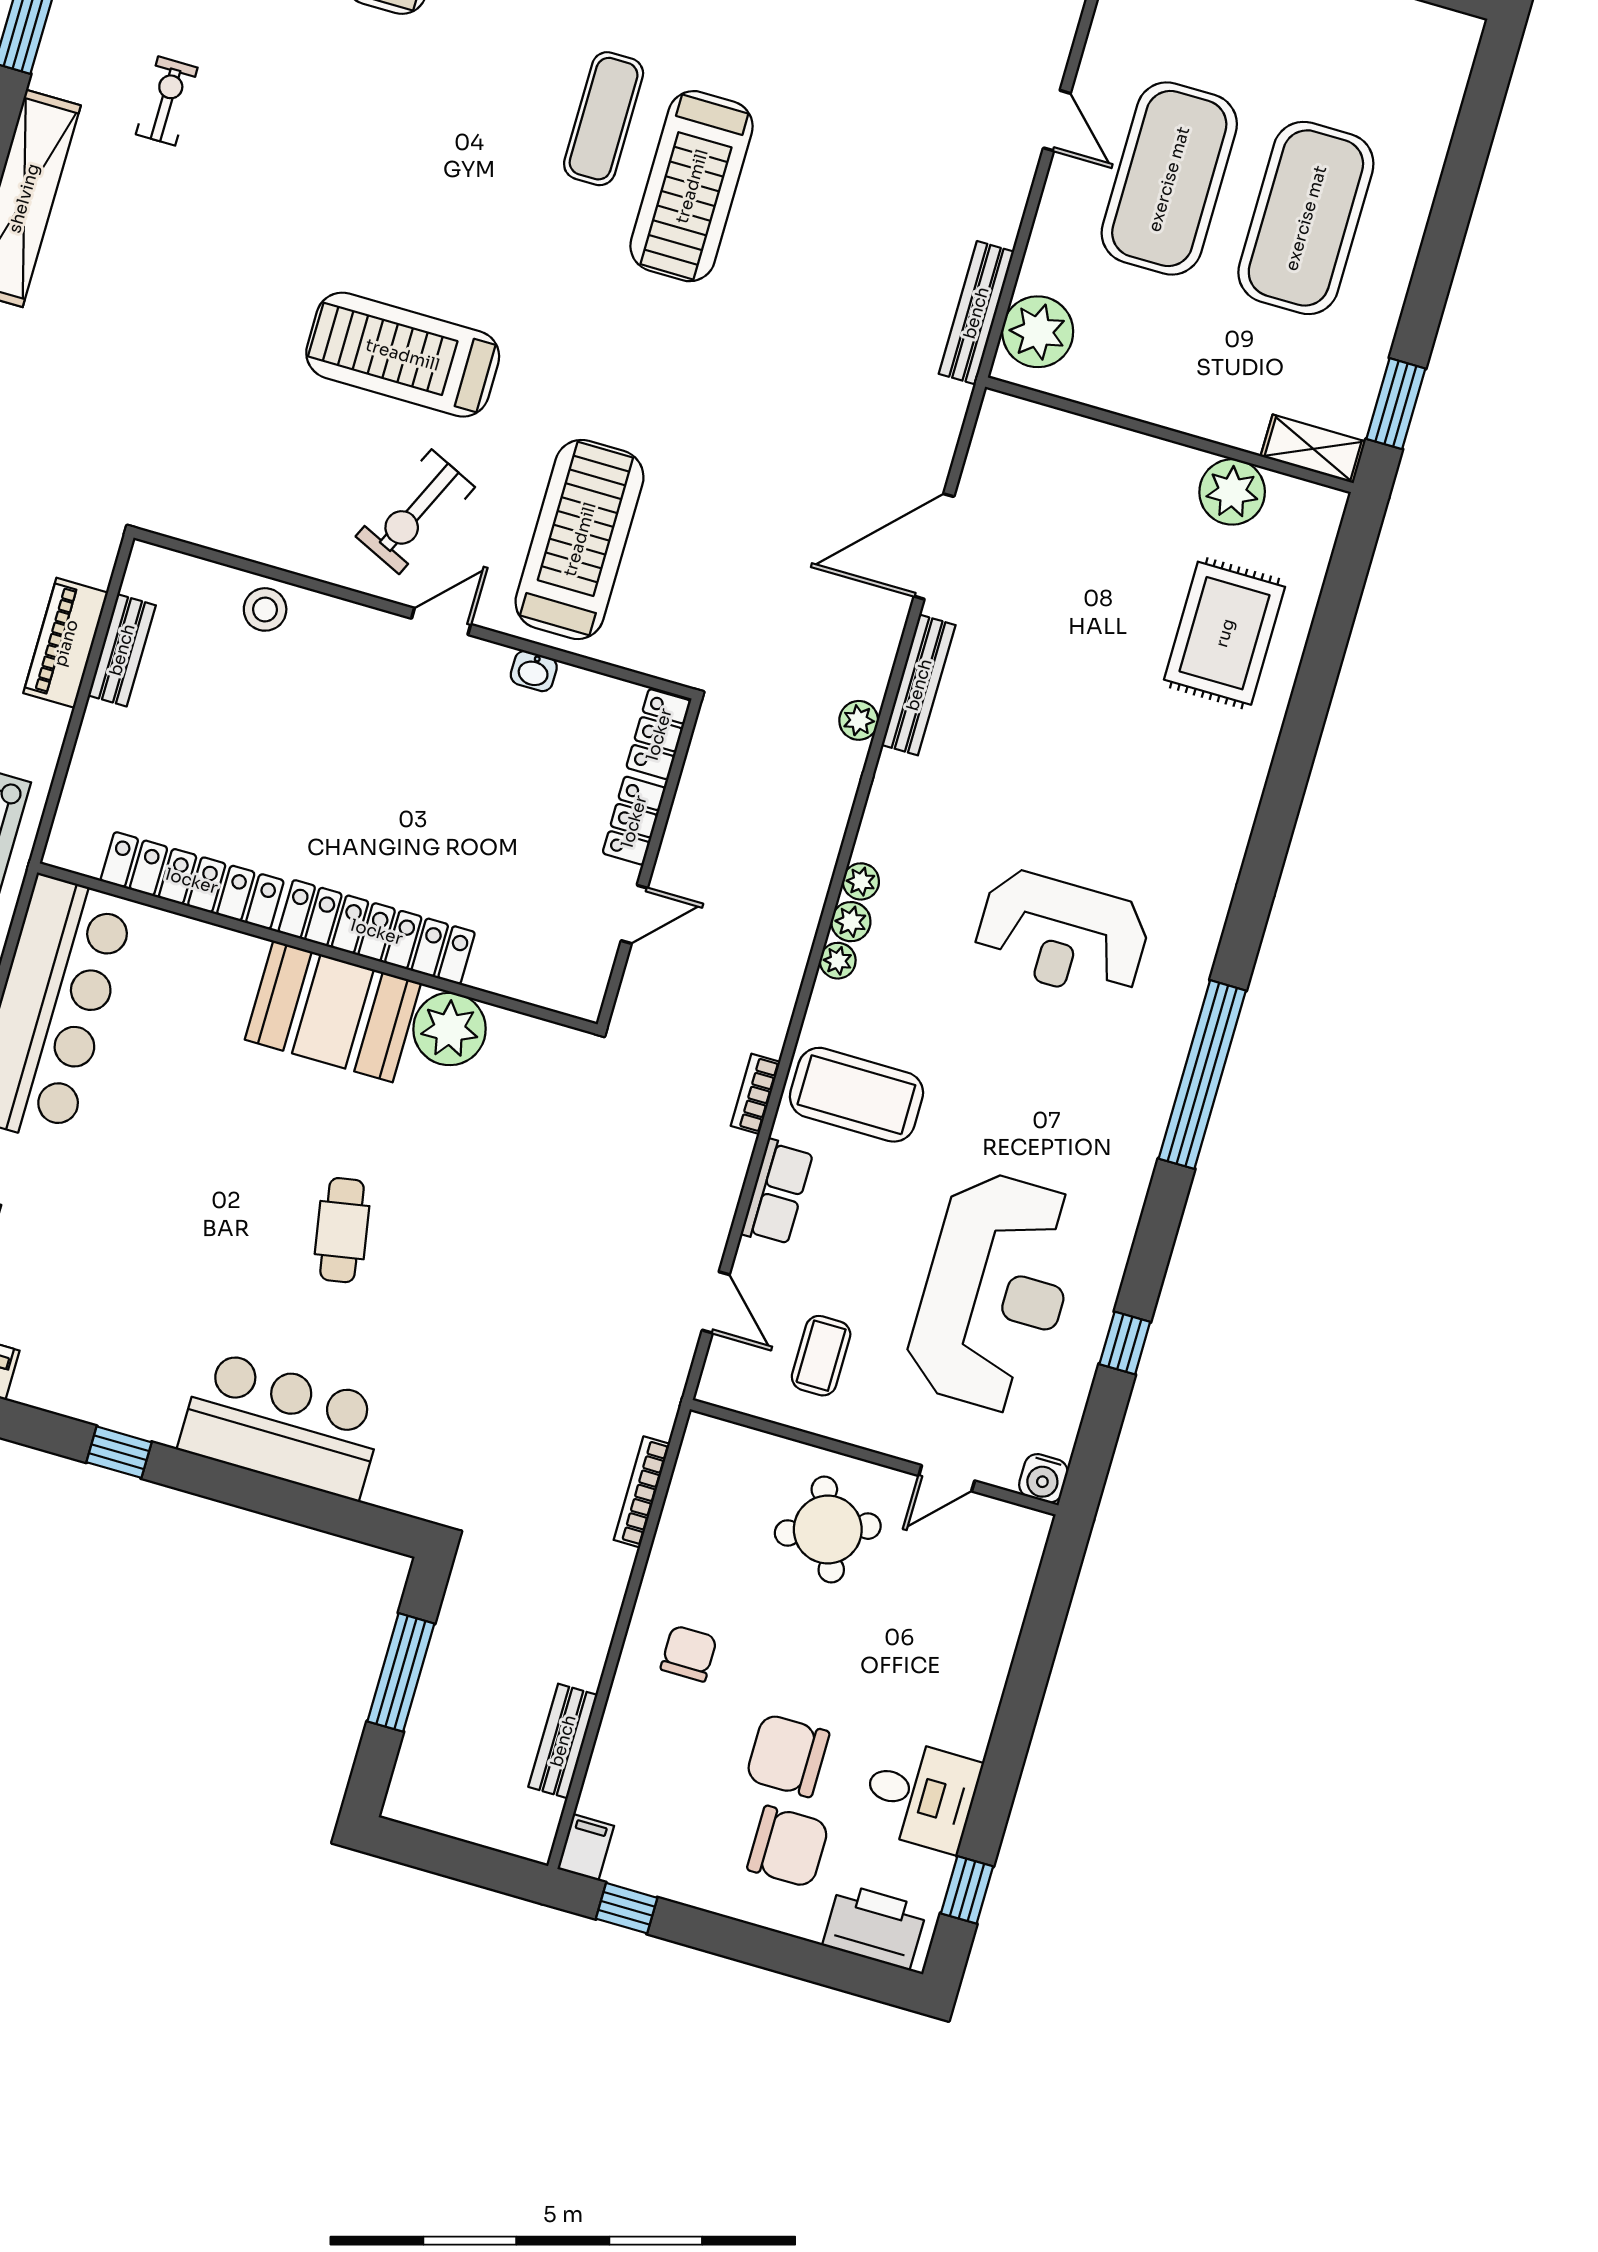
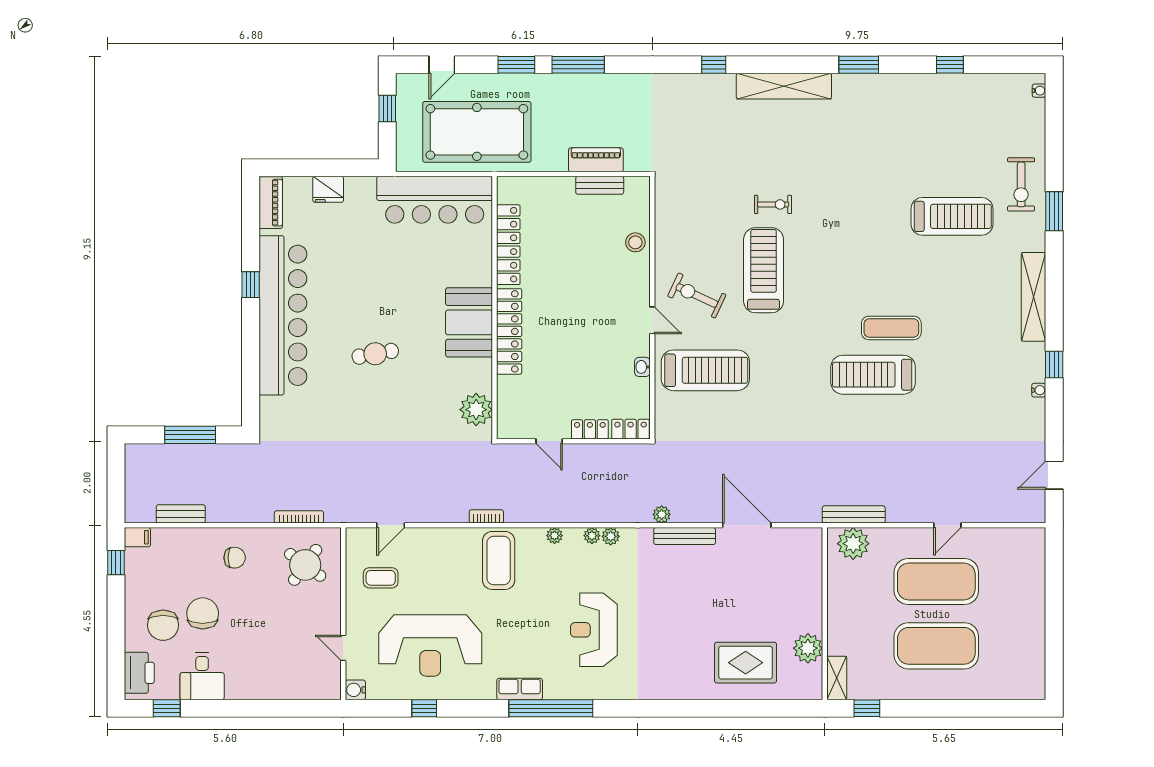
exercise bike: (167, 101) -> (773, 204), moved
window: (1396, 404) -> (867, 708), width x0.67
plant: (851, 922) -> (611, 536), moved
plant: (450, 1029) -> (476, 410), moved
row of seats: (777, 1193) -> (520, 689), moved, turned 180
bar counter: (282, 1425) -> (283, 315), width x1.86
round table: (828, 1530) -> (305, 565), moved, turned -33

